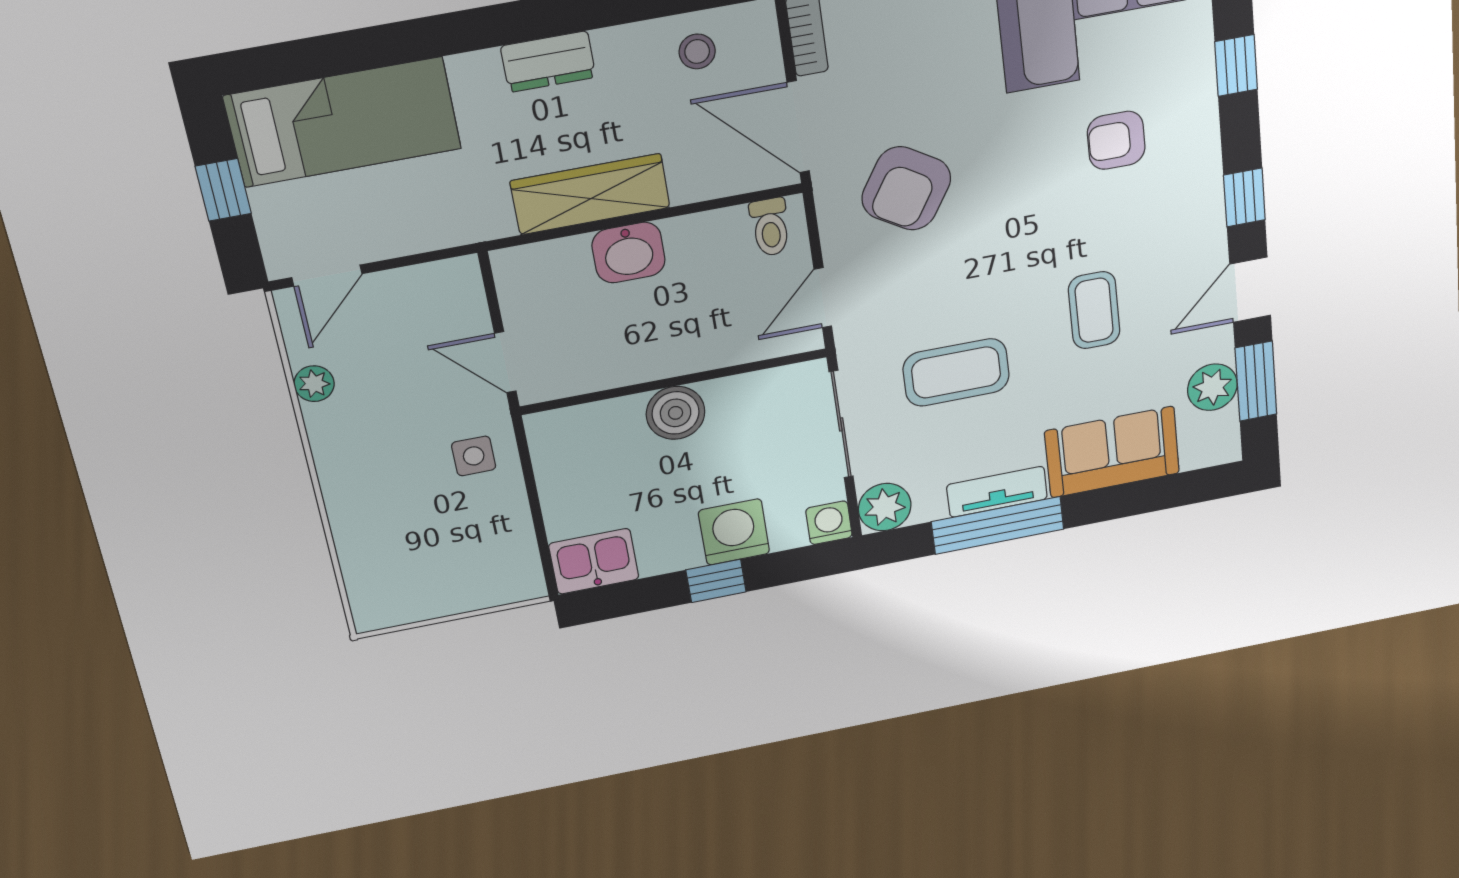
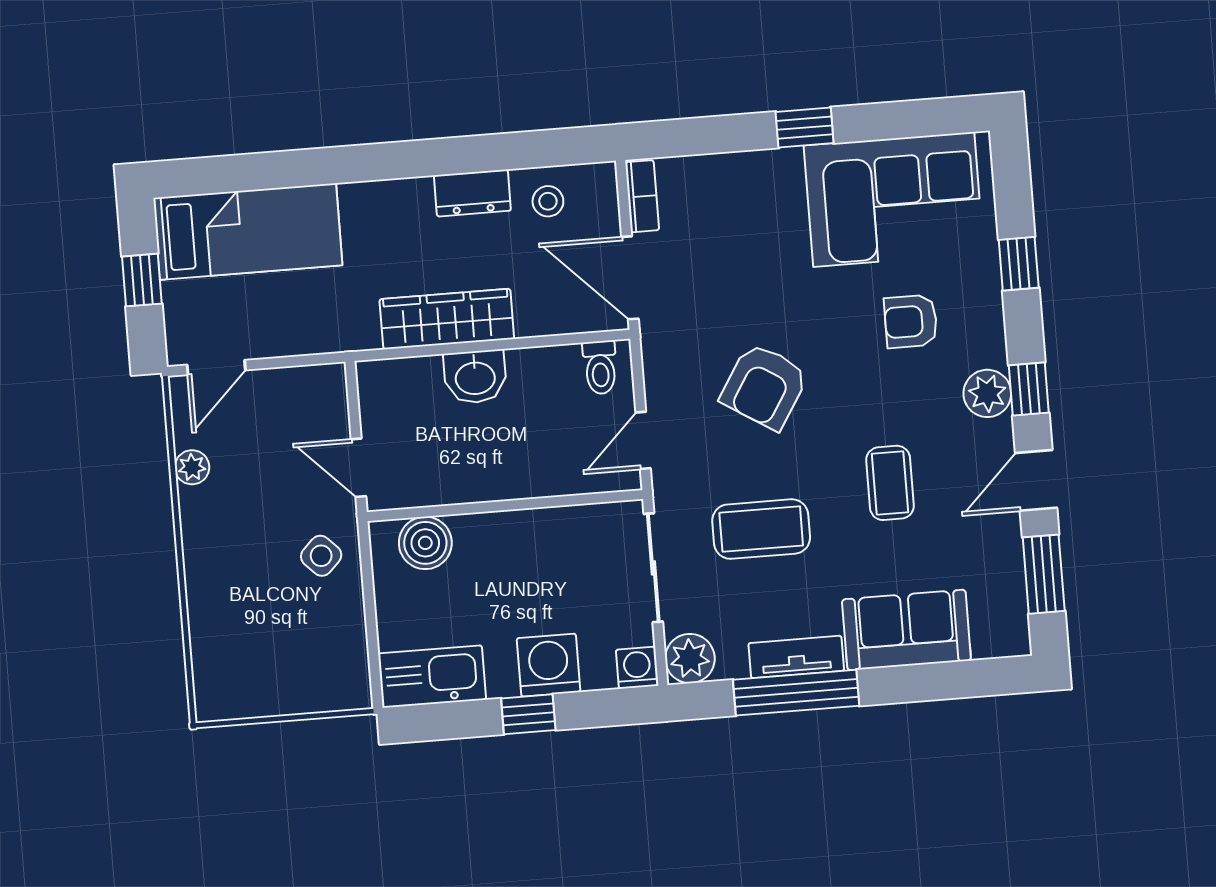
dresser: (548, 62) -> (472, 193), moved
armchair: (906, 188) -> (764, 386), moved
plant: (1212, 387) -> (987, 393), moved
boiler: (676, 413) -> (425, 543), moved
side table: (474, 456) -> (321, 556), turned 45
kitchen sink: (594, 561) -> (432, 677), width x1.38

